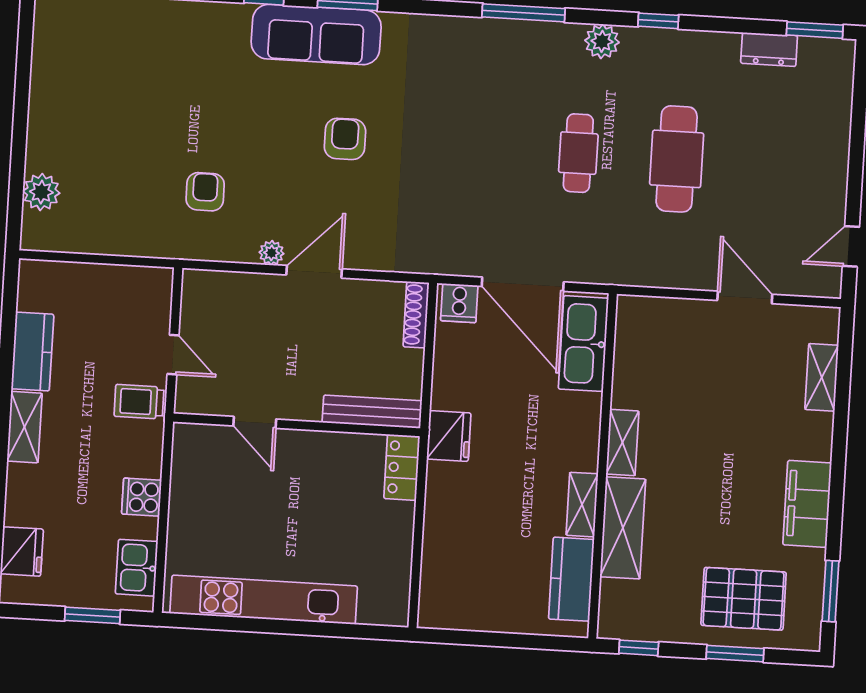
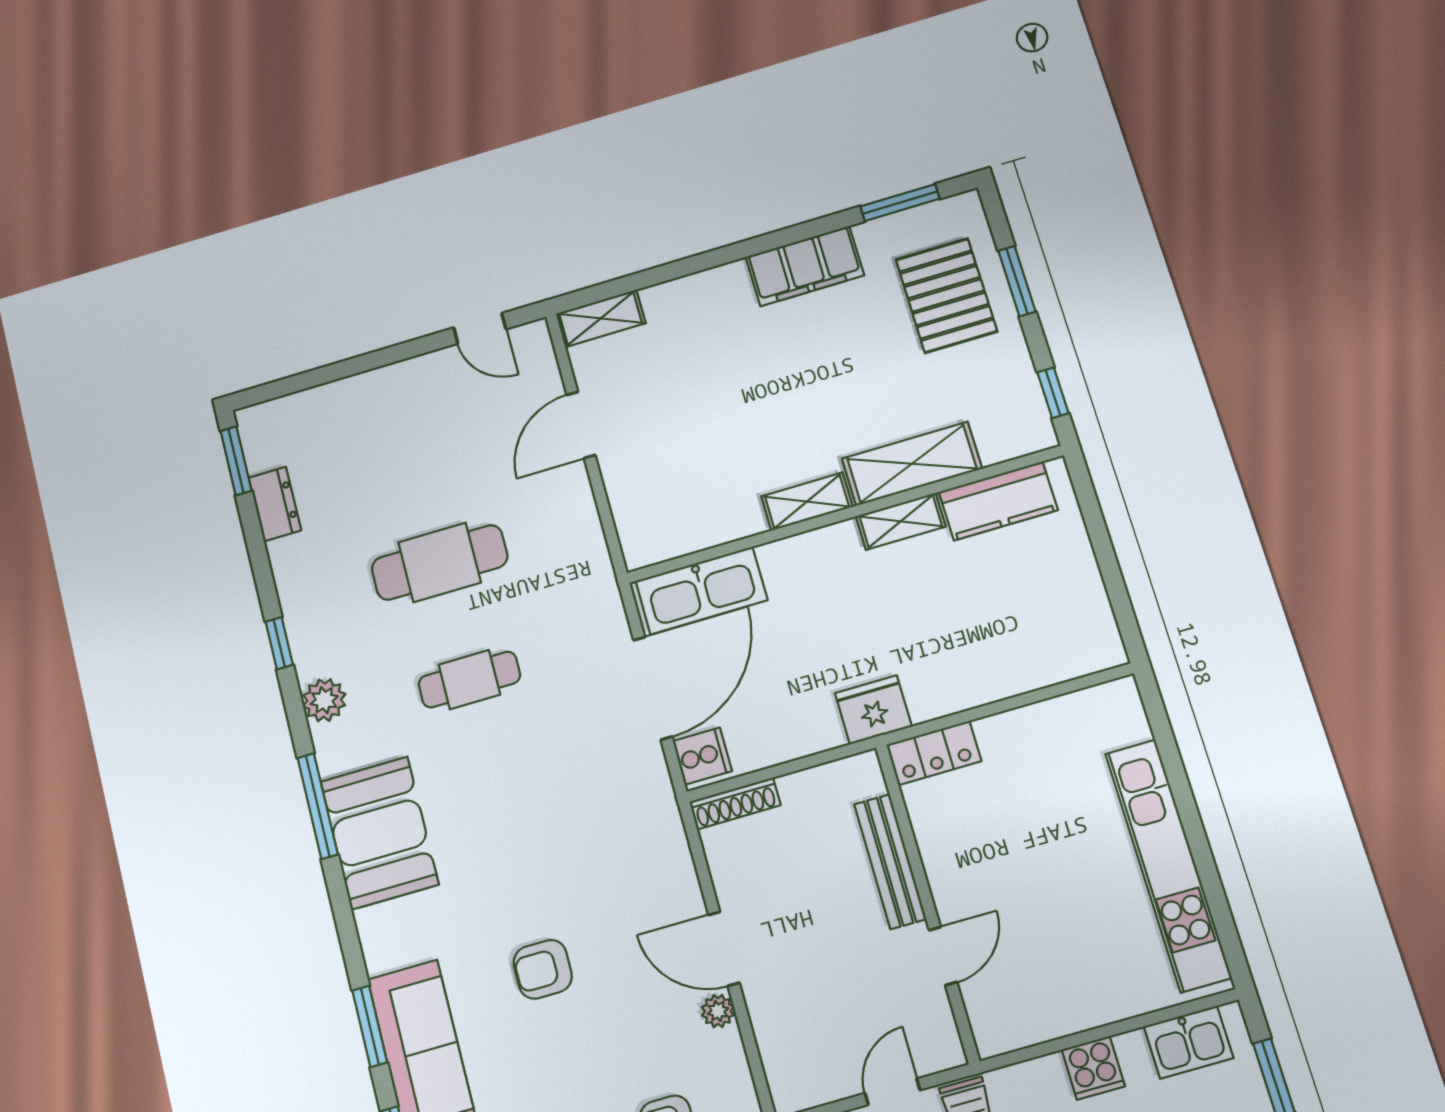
booth: (487, 52) -> (379, 833), added
shelving: (822, 377) -> (601, 318), moved
bench: (372, 412) -> (890, 861), moved

